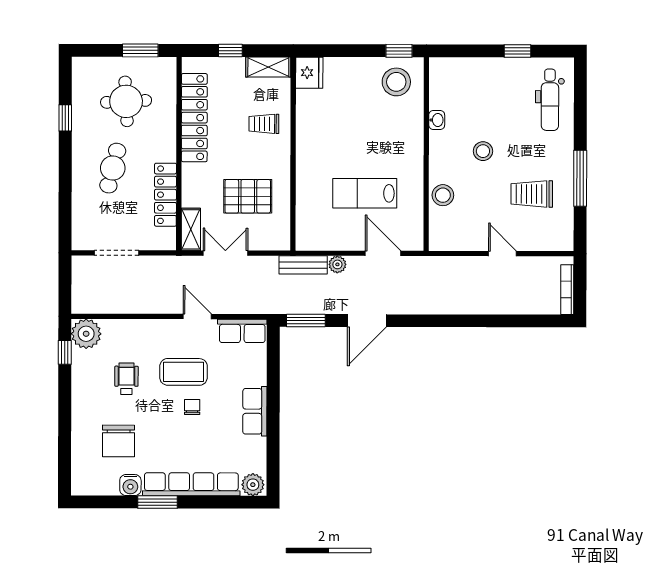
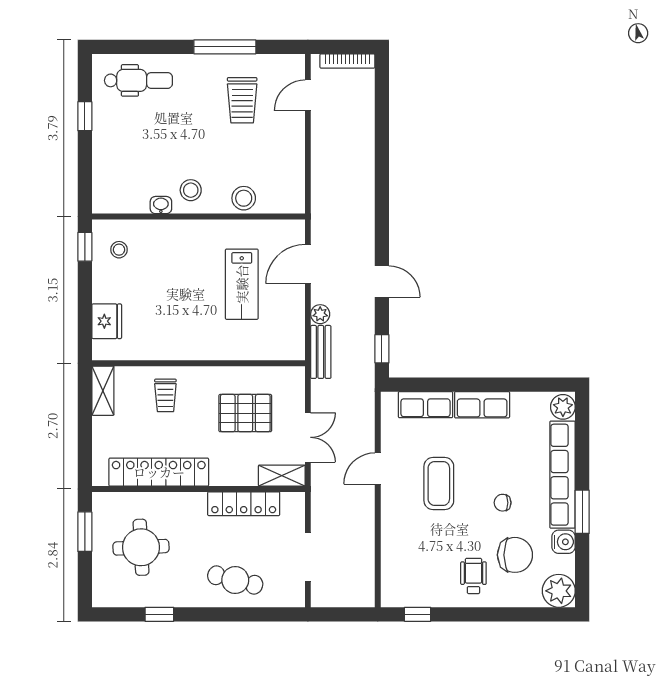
window: (230, 51) -> (85, 432), removed
fridge: (309, 73) -> (107, 321), moved, turned 90
stool: (396, 82) -> (119, 250), width x0.53, depth x0.53
stool: (483, 151) -> (191, 190), moved
cafe table: (113, 168) -> (235, 580), moved
pallet: (248, 196) -> (245, 413), turned 90
double door: (225, 253) -> (308, 437), swing flipped
door: (502, 254) -> (308, 95), moved
window: (306, 320) -> (382, 349), width x0.67
door: (367, 321) -> (382, 282), width x0.73
row of seats: (242, 331) -> (425, 405), moved, turned 90
plant: (86, 334) -> (559, 591), moved
wheelchair: (126, 379) -> (473, 576), moved, turned 90
chair: (192, 407) -> (503, 503), moved

